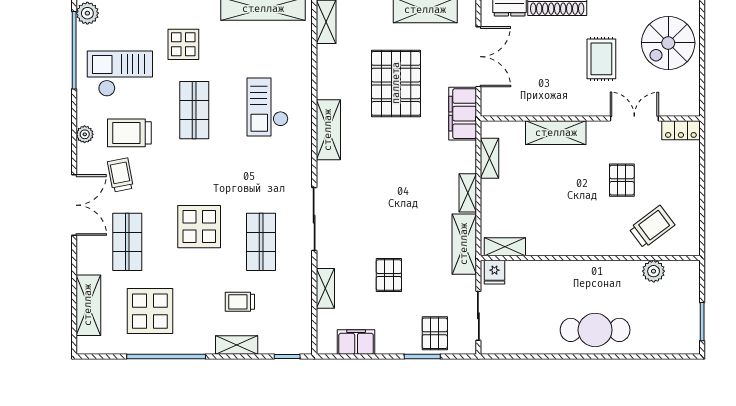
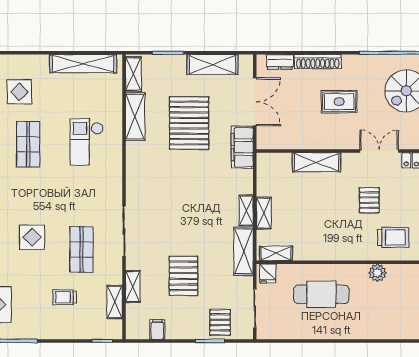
rug: (601, 59) -> (339, 102), moved, turned 90
shelving: (328, 130) -> (135, 117), moved
shelving: (489, 158) -> (264, 213), moved
display table: (199, 227) -> (32, 237), width x0.73, depth x0.73
trolley: (652, 227) -> (393, 237), turned 37
plant: (654, 271) -> (377, 273), moved
pallet: (389, 275) -> (183, 276), width x1.50, depth x1.42
cafe table: (595, 330) -> (321, 294), moved
filing cabinet: (356, 342) -> (157, 329), width x0.50
shelving: (237, 345) -> (115, 302), moved, turned 90

